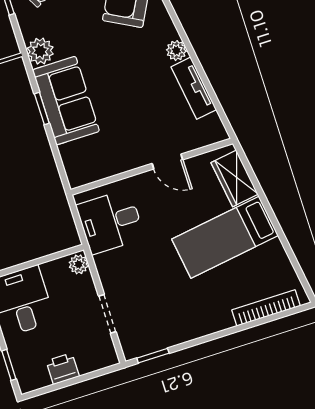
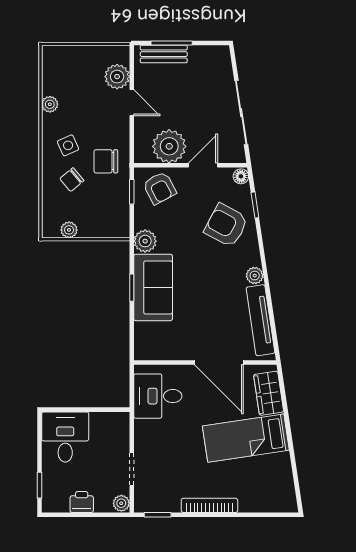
tv unit: (194, 88) -> (260, 320), width x1.41
door: (167, 162) -> (219, 362), width x1.88
plant: (79, 264) -> (121, 503), moved
bookcase: (266, 308) -> (209, 505), moved

